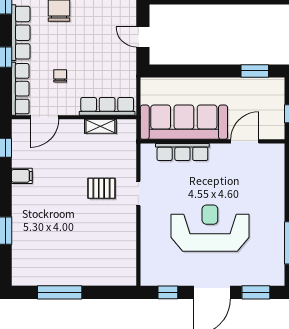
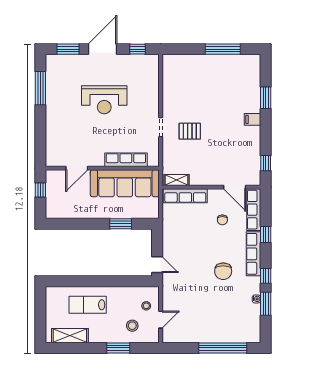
door: (143, 37) -> (157, 265), moved
window: (255, 71) -> (121, 224), moved
door: (45, 117) -> (235, 187), swing flipped
shelving: (100, 126) -> (177, 180), moved
filing cabinet: (22, 176) -> (253, 119), moved
reception desk: (210, 228) -> (104, 100), width x0.74, depth x0.77

